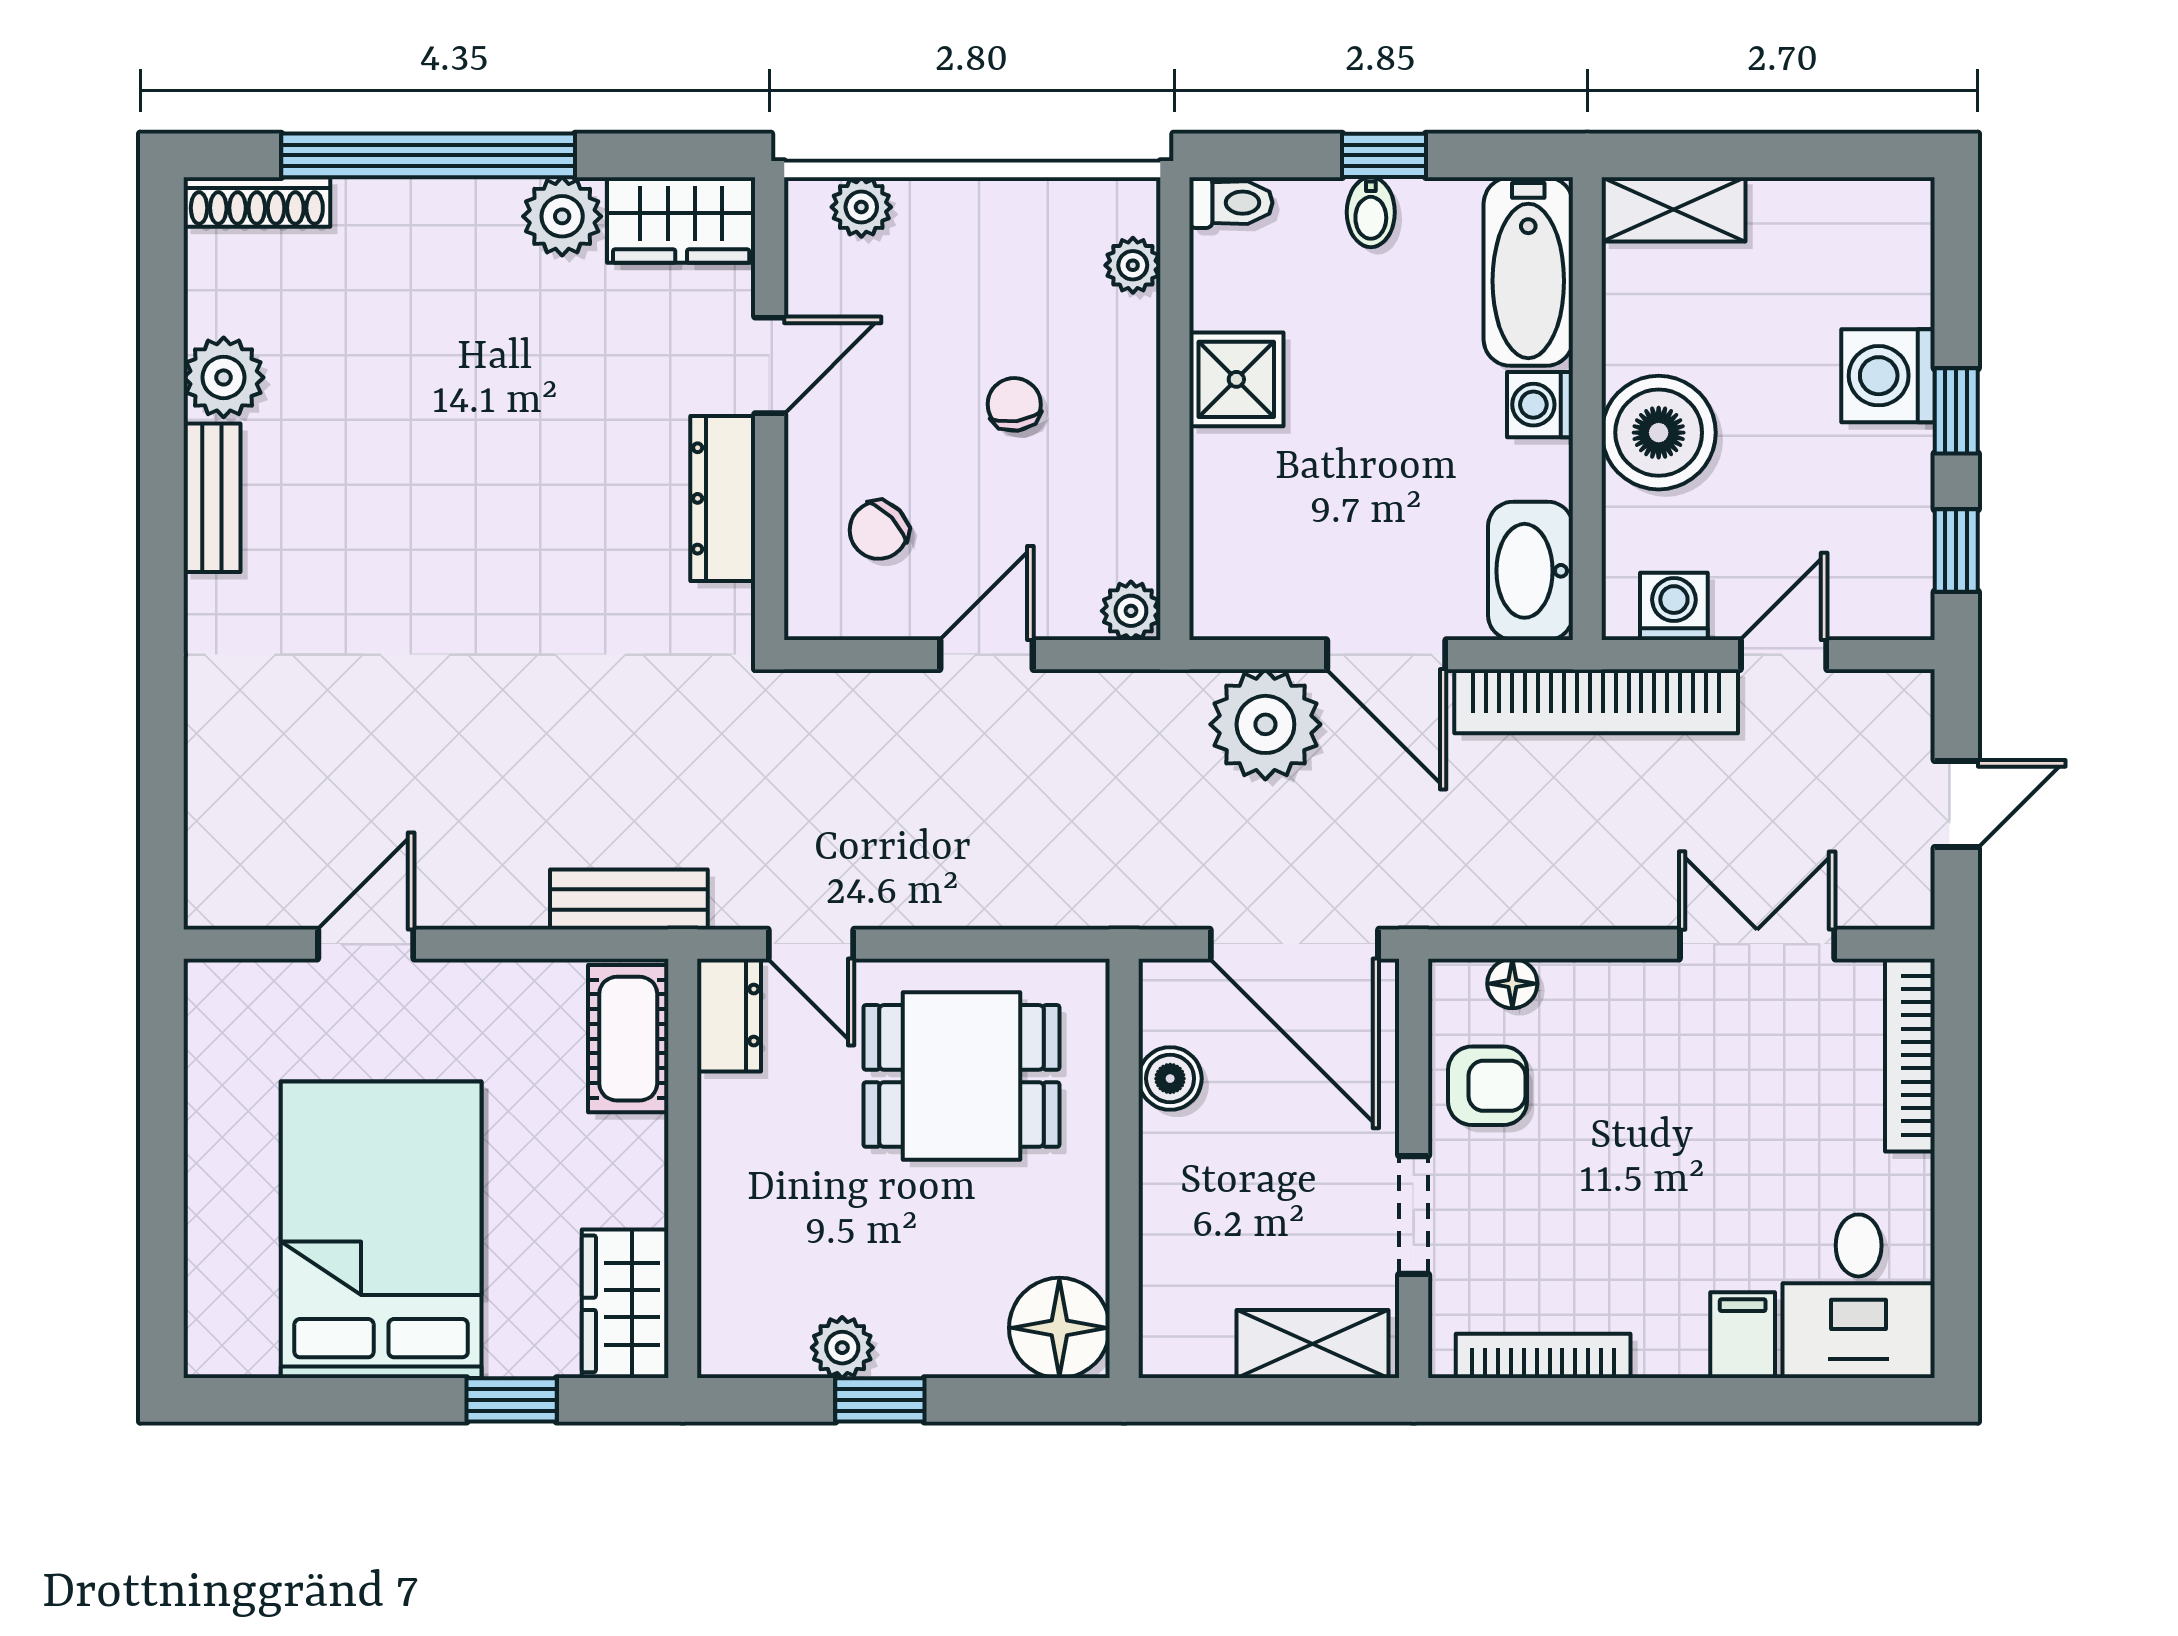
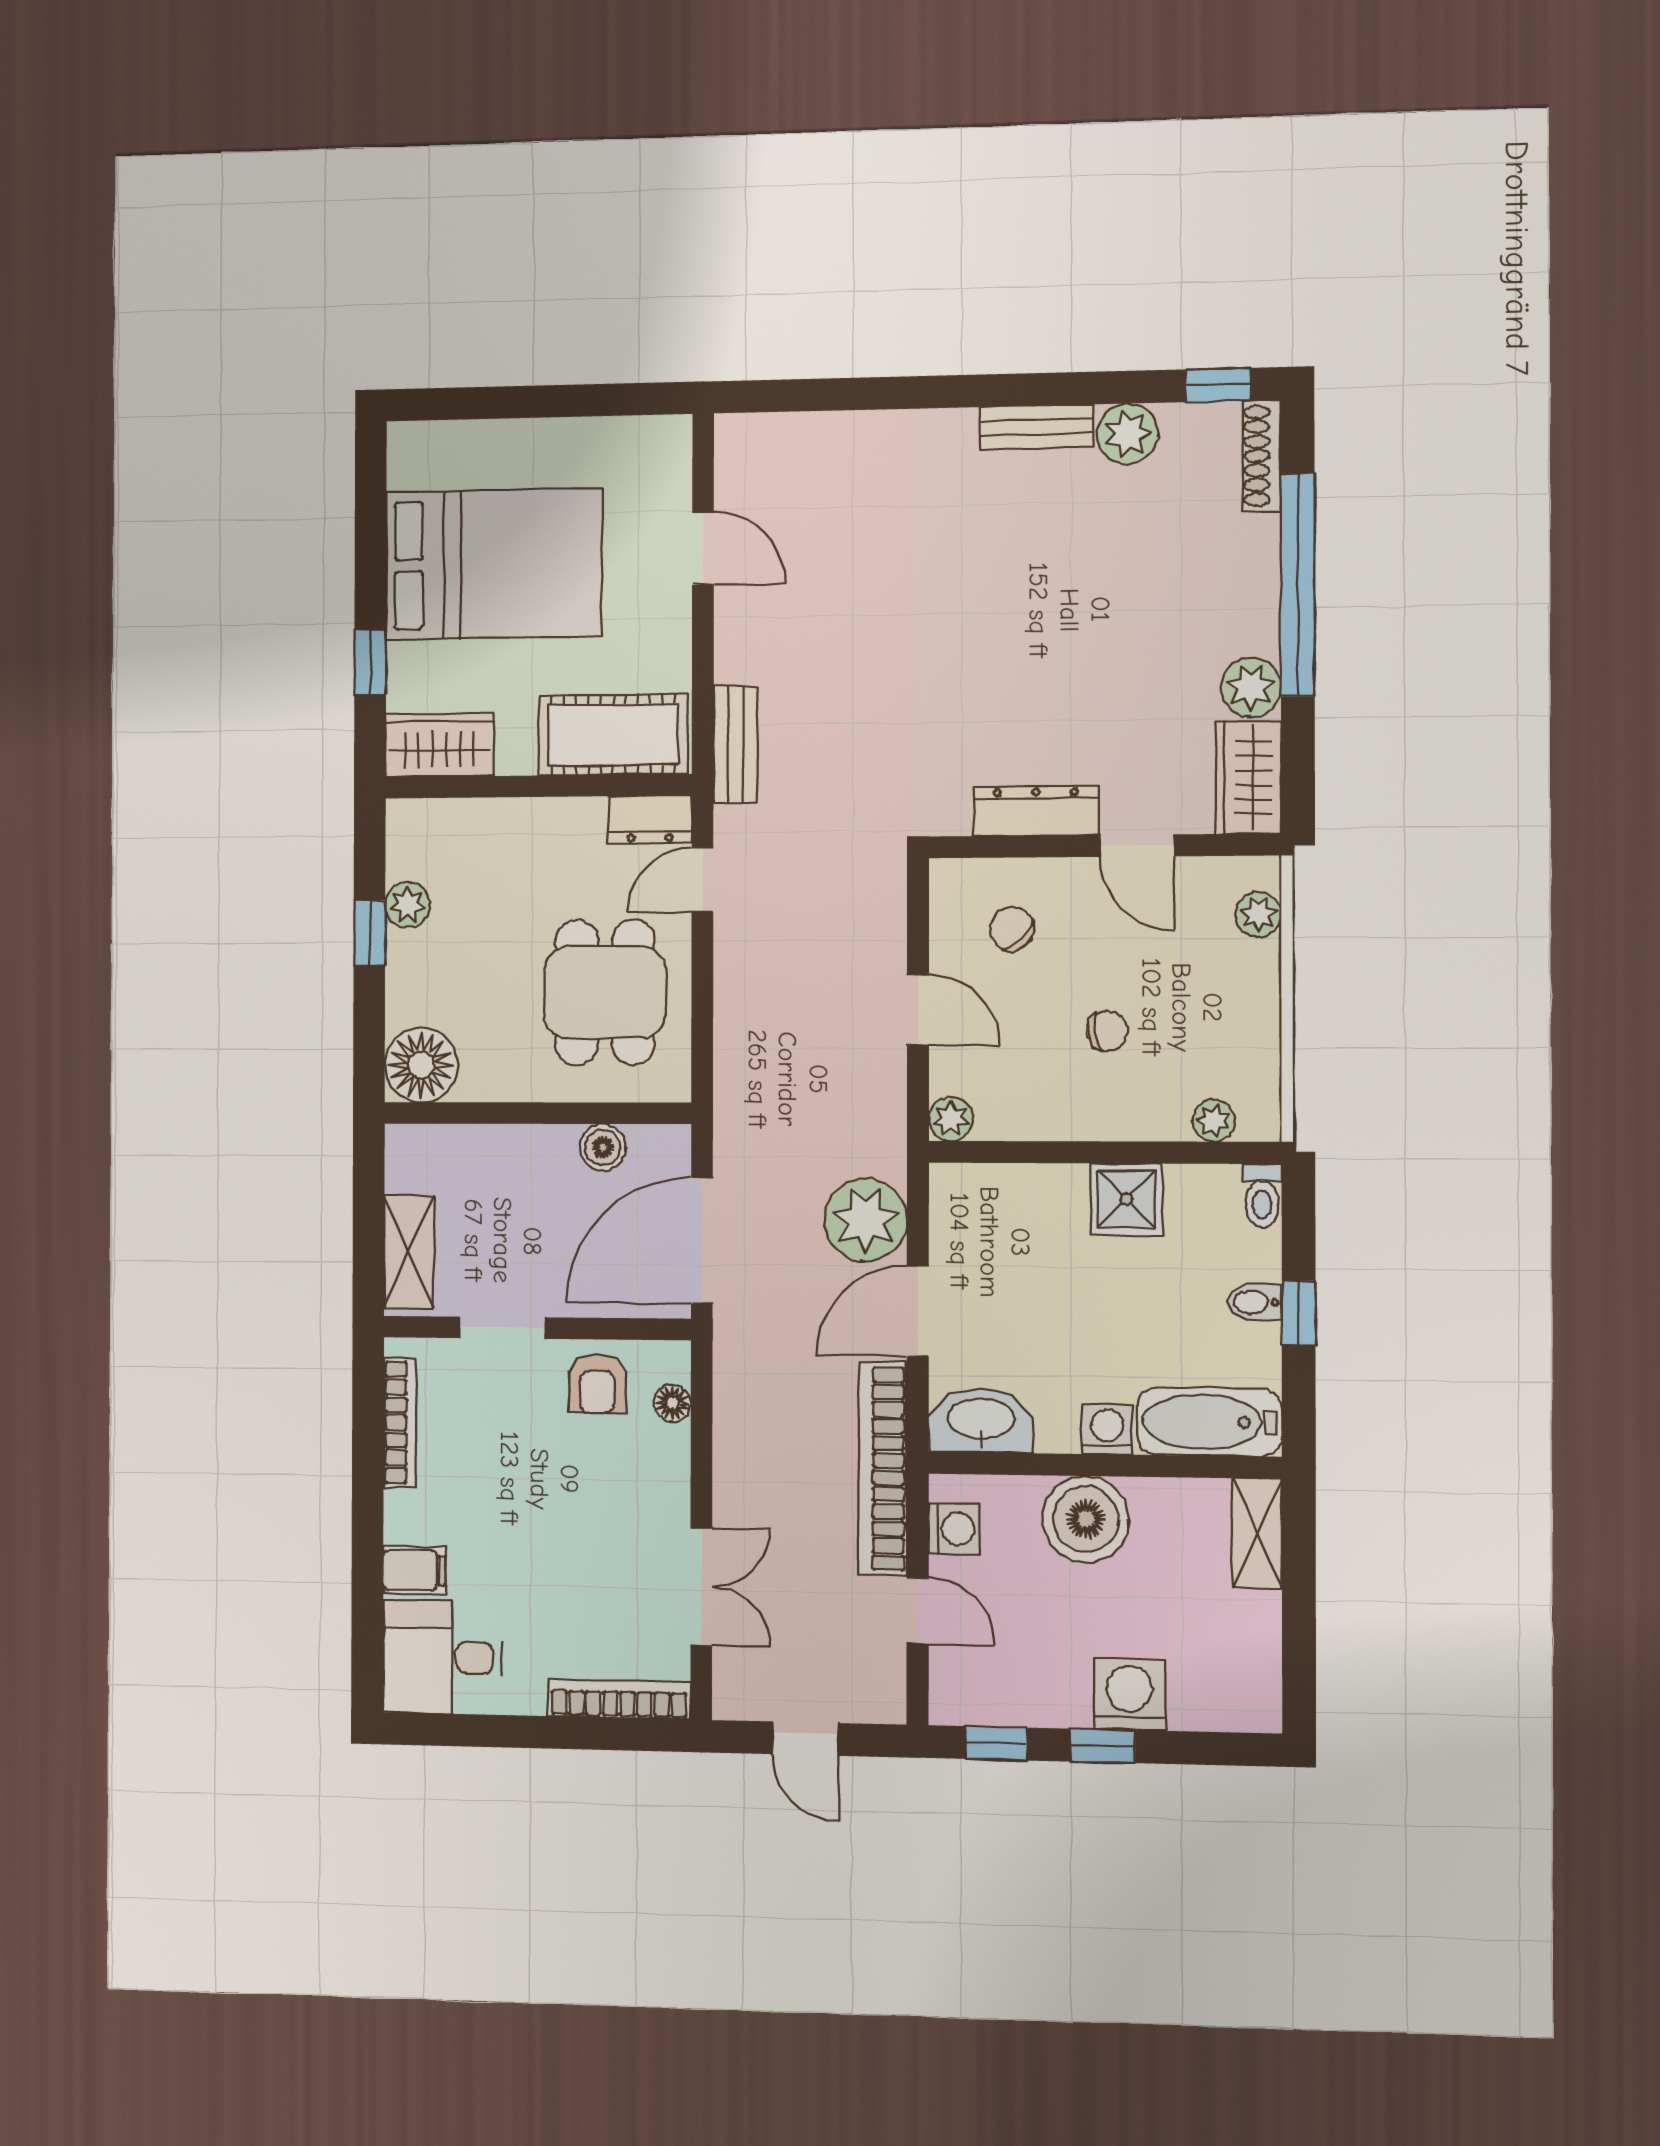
window: (162, 259) -> (1218, 385), added
cot: (628, 1039) -> (613, 735), width x1.37, depth x1.34

